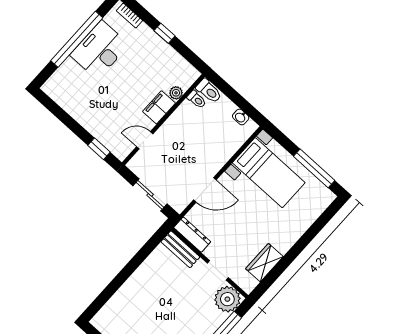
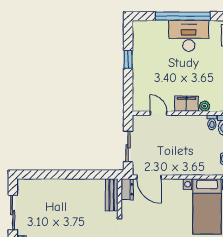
window: (99, 149) -> (128, 59), moved
door: (205, 190) -> (149, 177), moved
dresser: (192, 235) -> (127, 189), width x0.70

